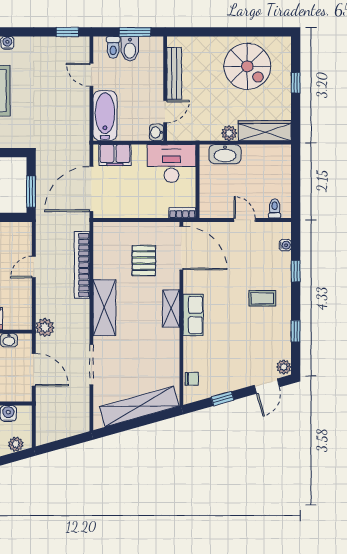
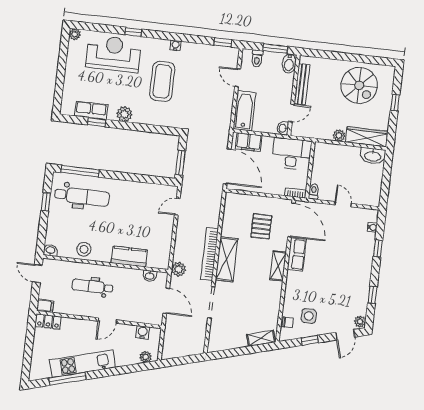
bidet: (130, 49) -> (289, 63), moved
washbasin: (225, 154) -> (373, 156), moved
door: (91, 189) -> (227, 166), swing flipped
toilet: (275, 208) -> (314, 192), moved
bookcase: (82, 265) -> (210, 254), moved
door: (34, 267) -> (177, 207), moved
coffee table: (262, 298) -> (350, 266), removed
row of seats: (193, 315) -> (297, 254), moved
side table: (218, 368) -> (309, 316), added
shelving: (139, 406) -> (261, 338), width x0.45, depth x0.75

